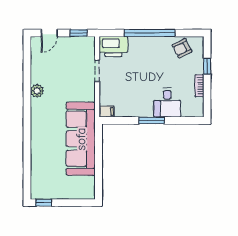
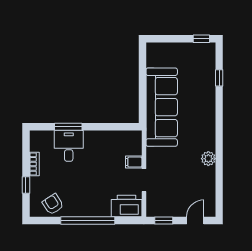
armchair: (182, 48) -> (53, 204), turned -96
filing cabinet: (107, 111) -> (134, 162), moved
window: (152, 120) -> (68, 127), moved
window: (27, 166) -> (219, 78), added

